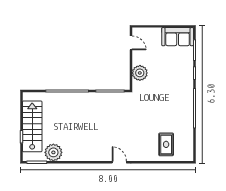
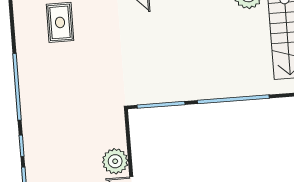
plant: (140, 73) -> (115, 161), moved

